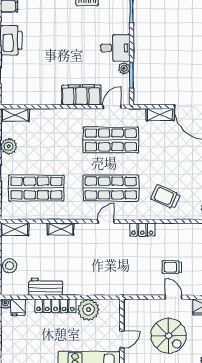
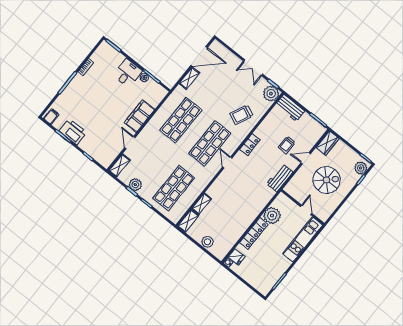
door: (112, 107) -> (130, 143), moved
shelving: (61, 229) -> (202, 204), moved
workbench: (46, 287) -> (280, 178), moved

